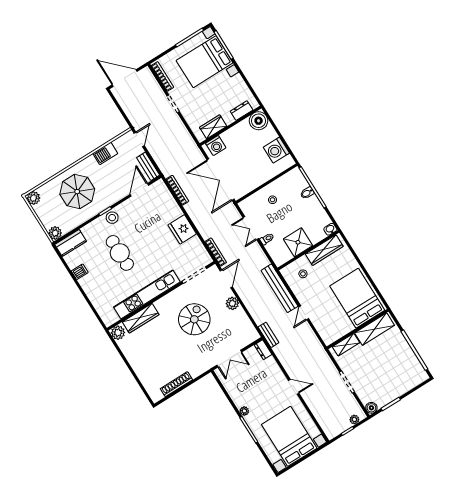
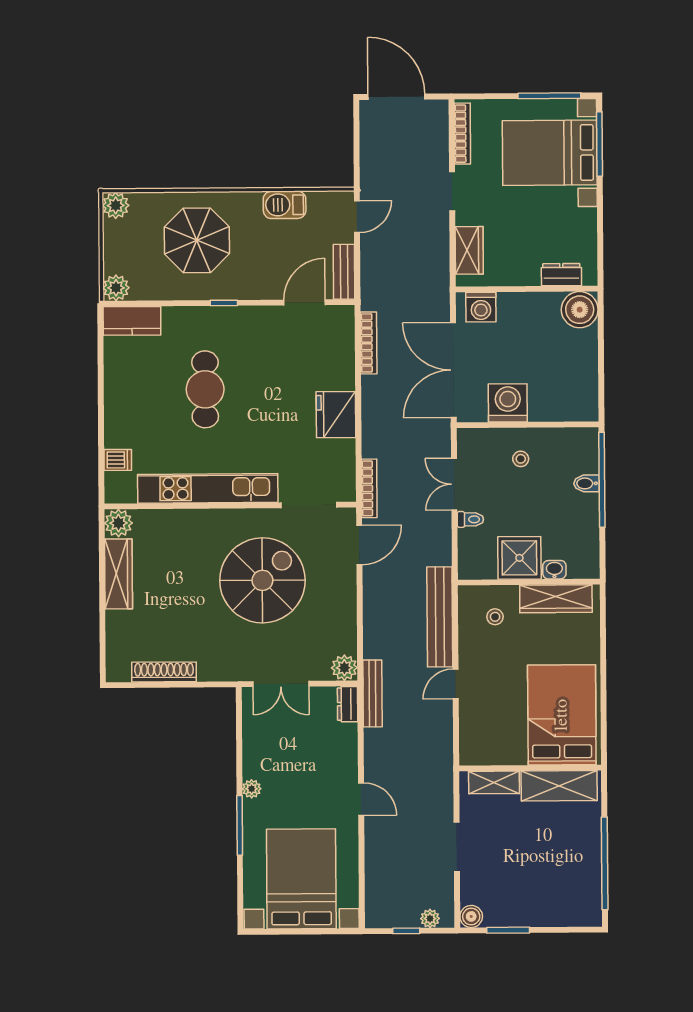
wardrobe: (213, 127) -> (469, 250), moved, turned 90
washing machine: (276, 150) -> (508, 403), moved, turned 90
stool: (112, 218) -> (229, 321), removed
washbasin: (330, 229) -> (554, 570), moved
dishwasher: (80, 272) -> (118, 460), moved
plant: (232, 303) -> (344, 668), moved
wardrobe: (141, 318) -> (118, 574), moved, turned -90
spiral stairs: (194, 319) -> (262, 580), width x1.37, depth x1.37
bench: (269, 335) -> (373, 693), width x1.36

